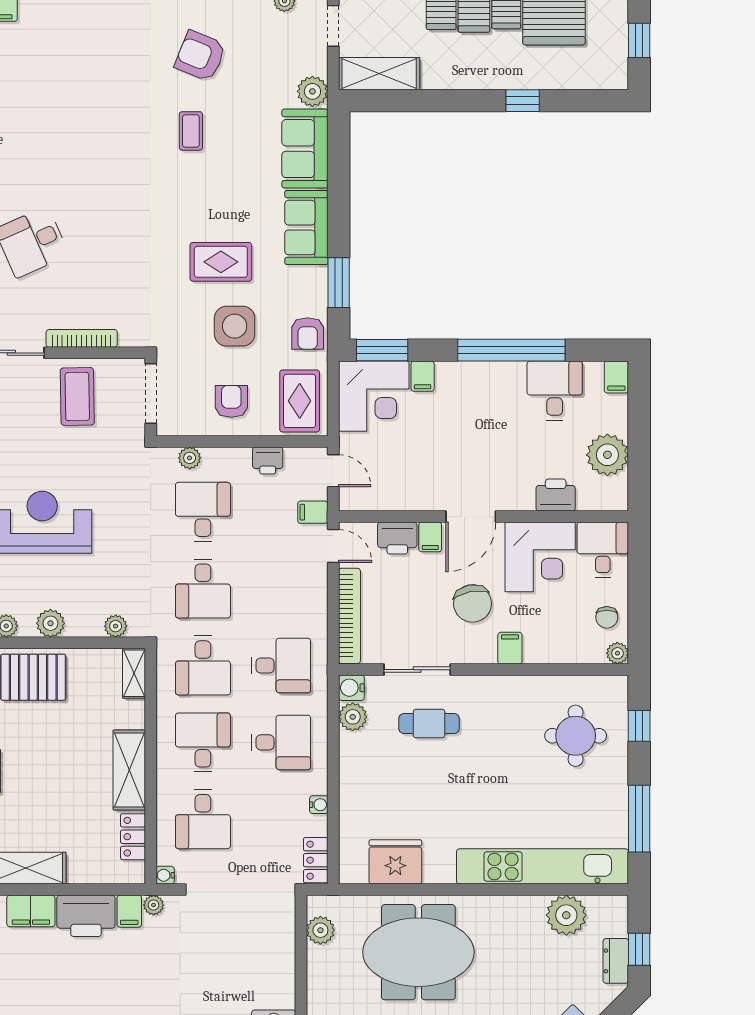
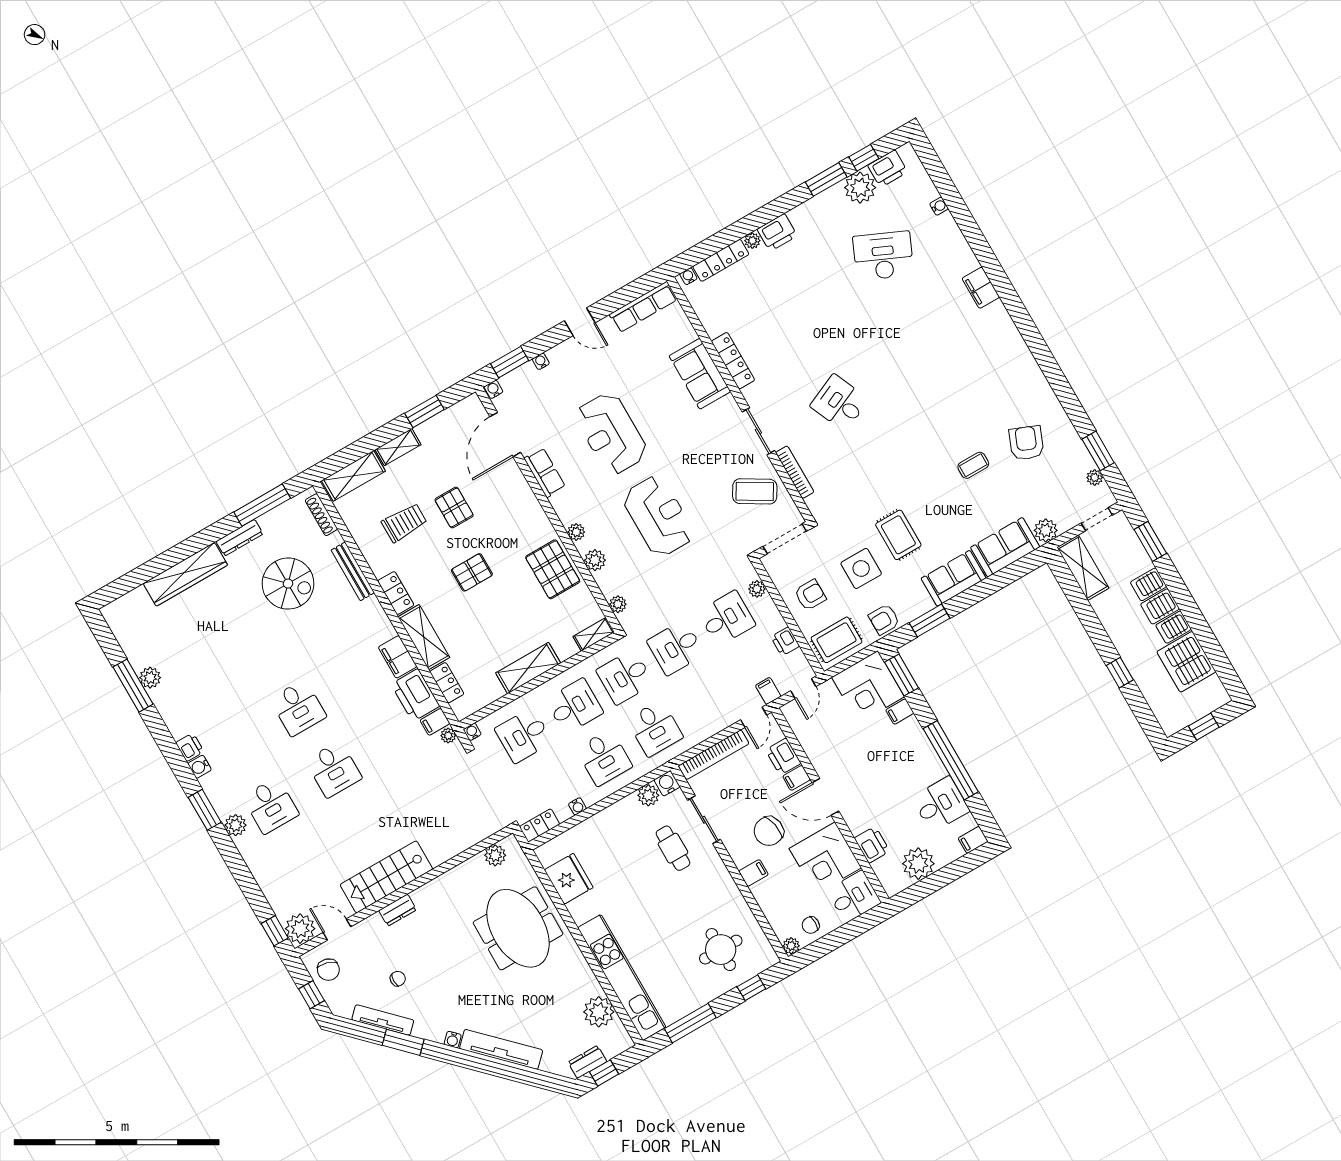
coffee table: (77, 396) -> (755, 491), turned 32
locker: (133, 837) -> (447, 683), moved, turned 90

